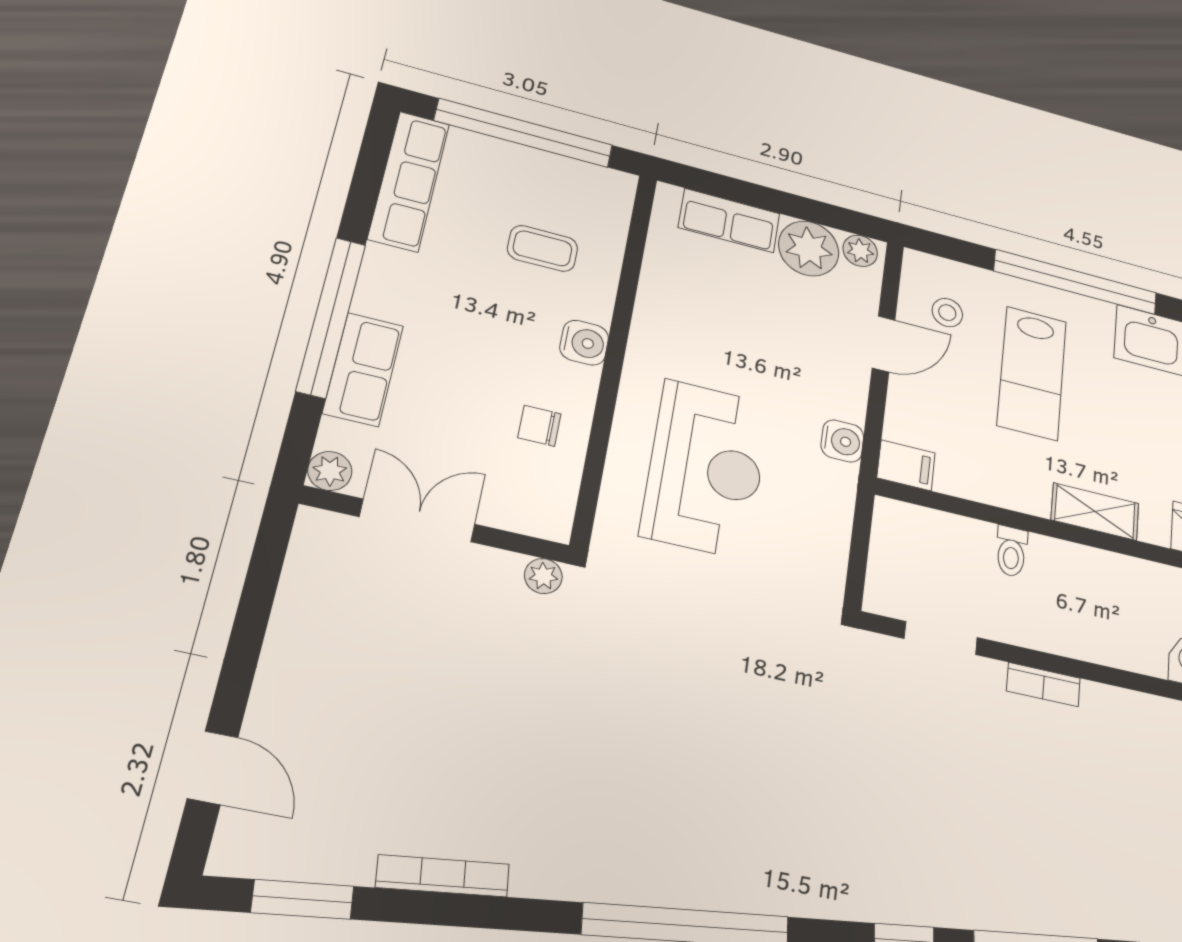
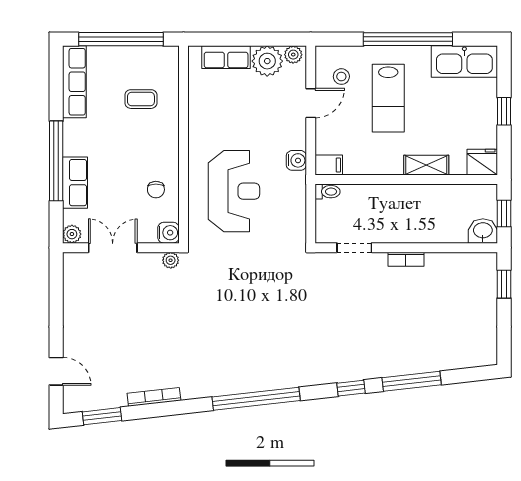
water cooler: (584, 343) -> (168, 233), moved
chair: (539, 426) -> (156, 190), turned -90
toilet: (1011, 551) -> (328, 192), moved, turned -90

